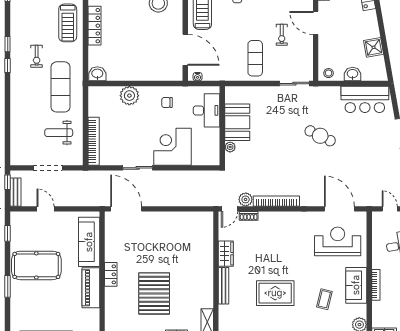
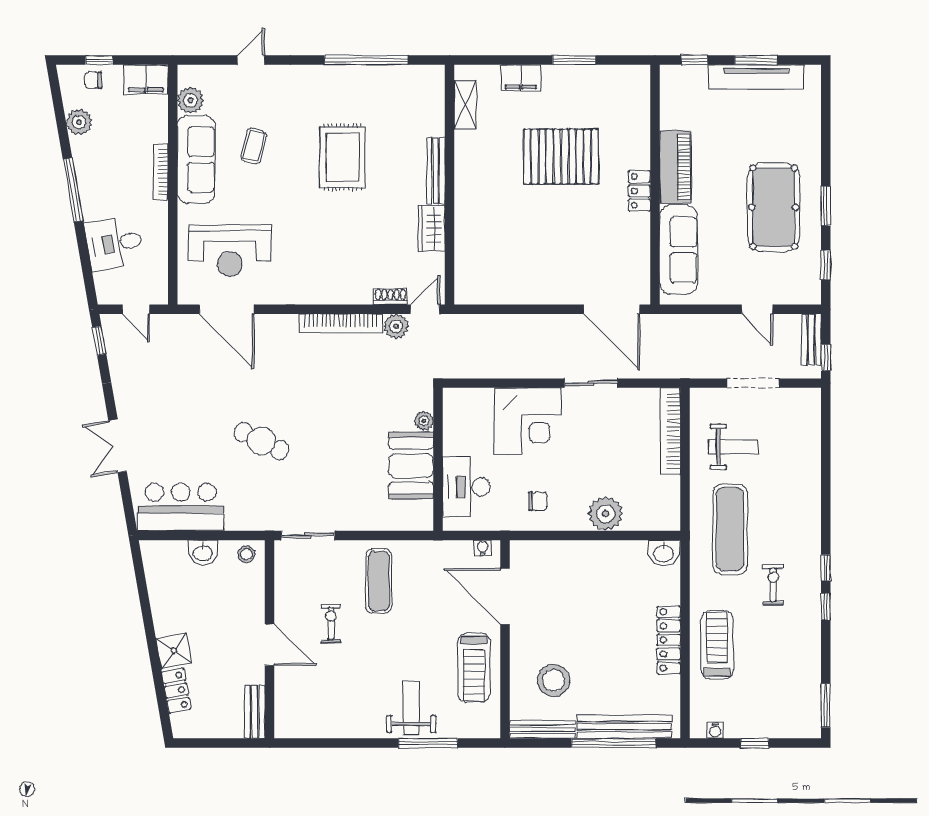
shower: (374, 47) -> (174, 651), moved
pool table: (36, 265) -> (774, 207), turned 90
sofa: (356, 285) -> (196, 159), width x1.36
window: (8, 286) -> (826, 206), moved
pallet: (154, 293) -> (561, 157), turned 90
rug: (275, 293) -> (343, 157), turned 90

